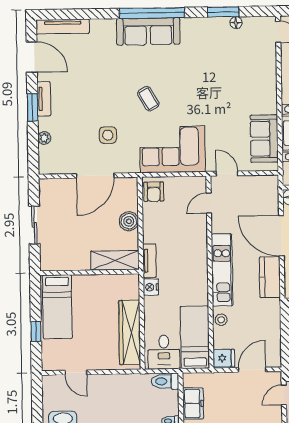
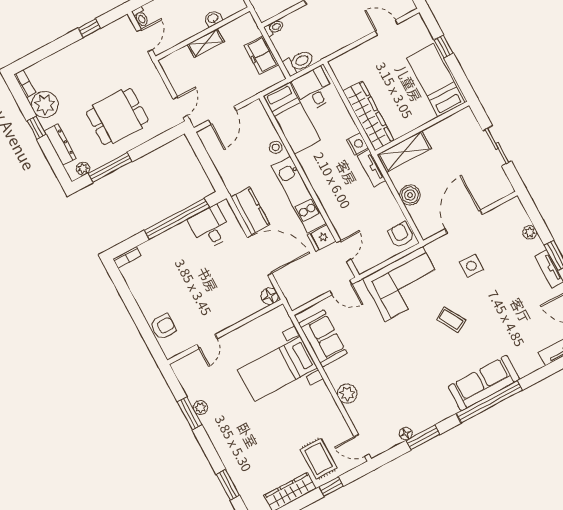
plant: (268, 82) -> (347, 394), added
wardrobe: (130, 332) -> (369, 116), moved
fridge: (224, 358) -> (322, 238), moved

